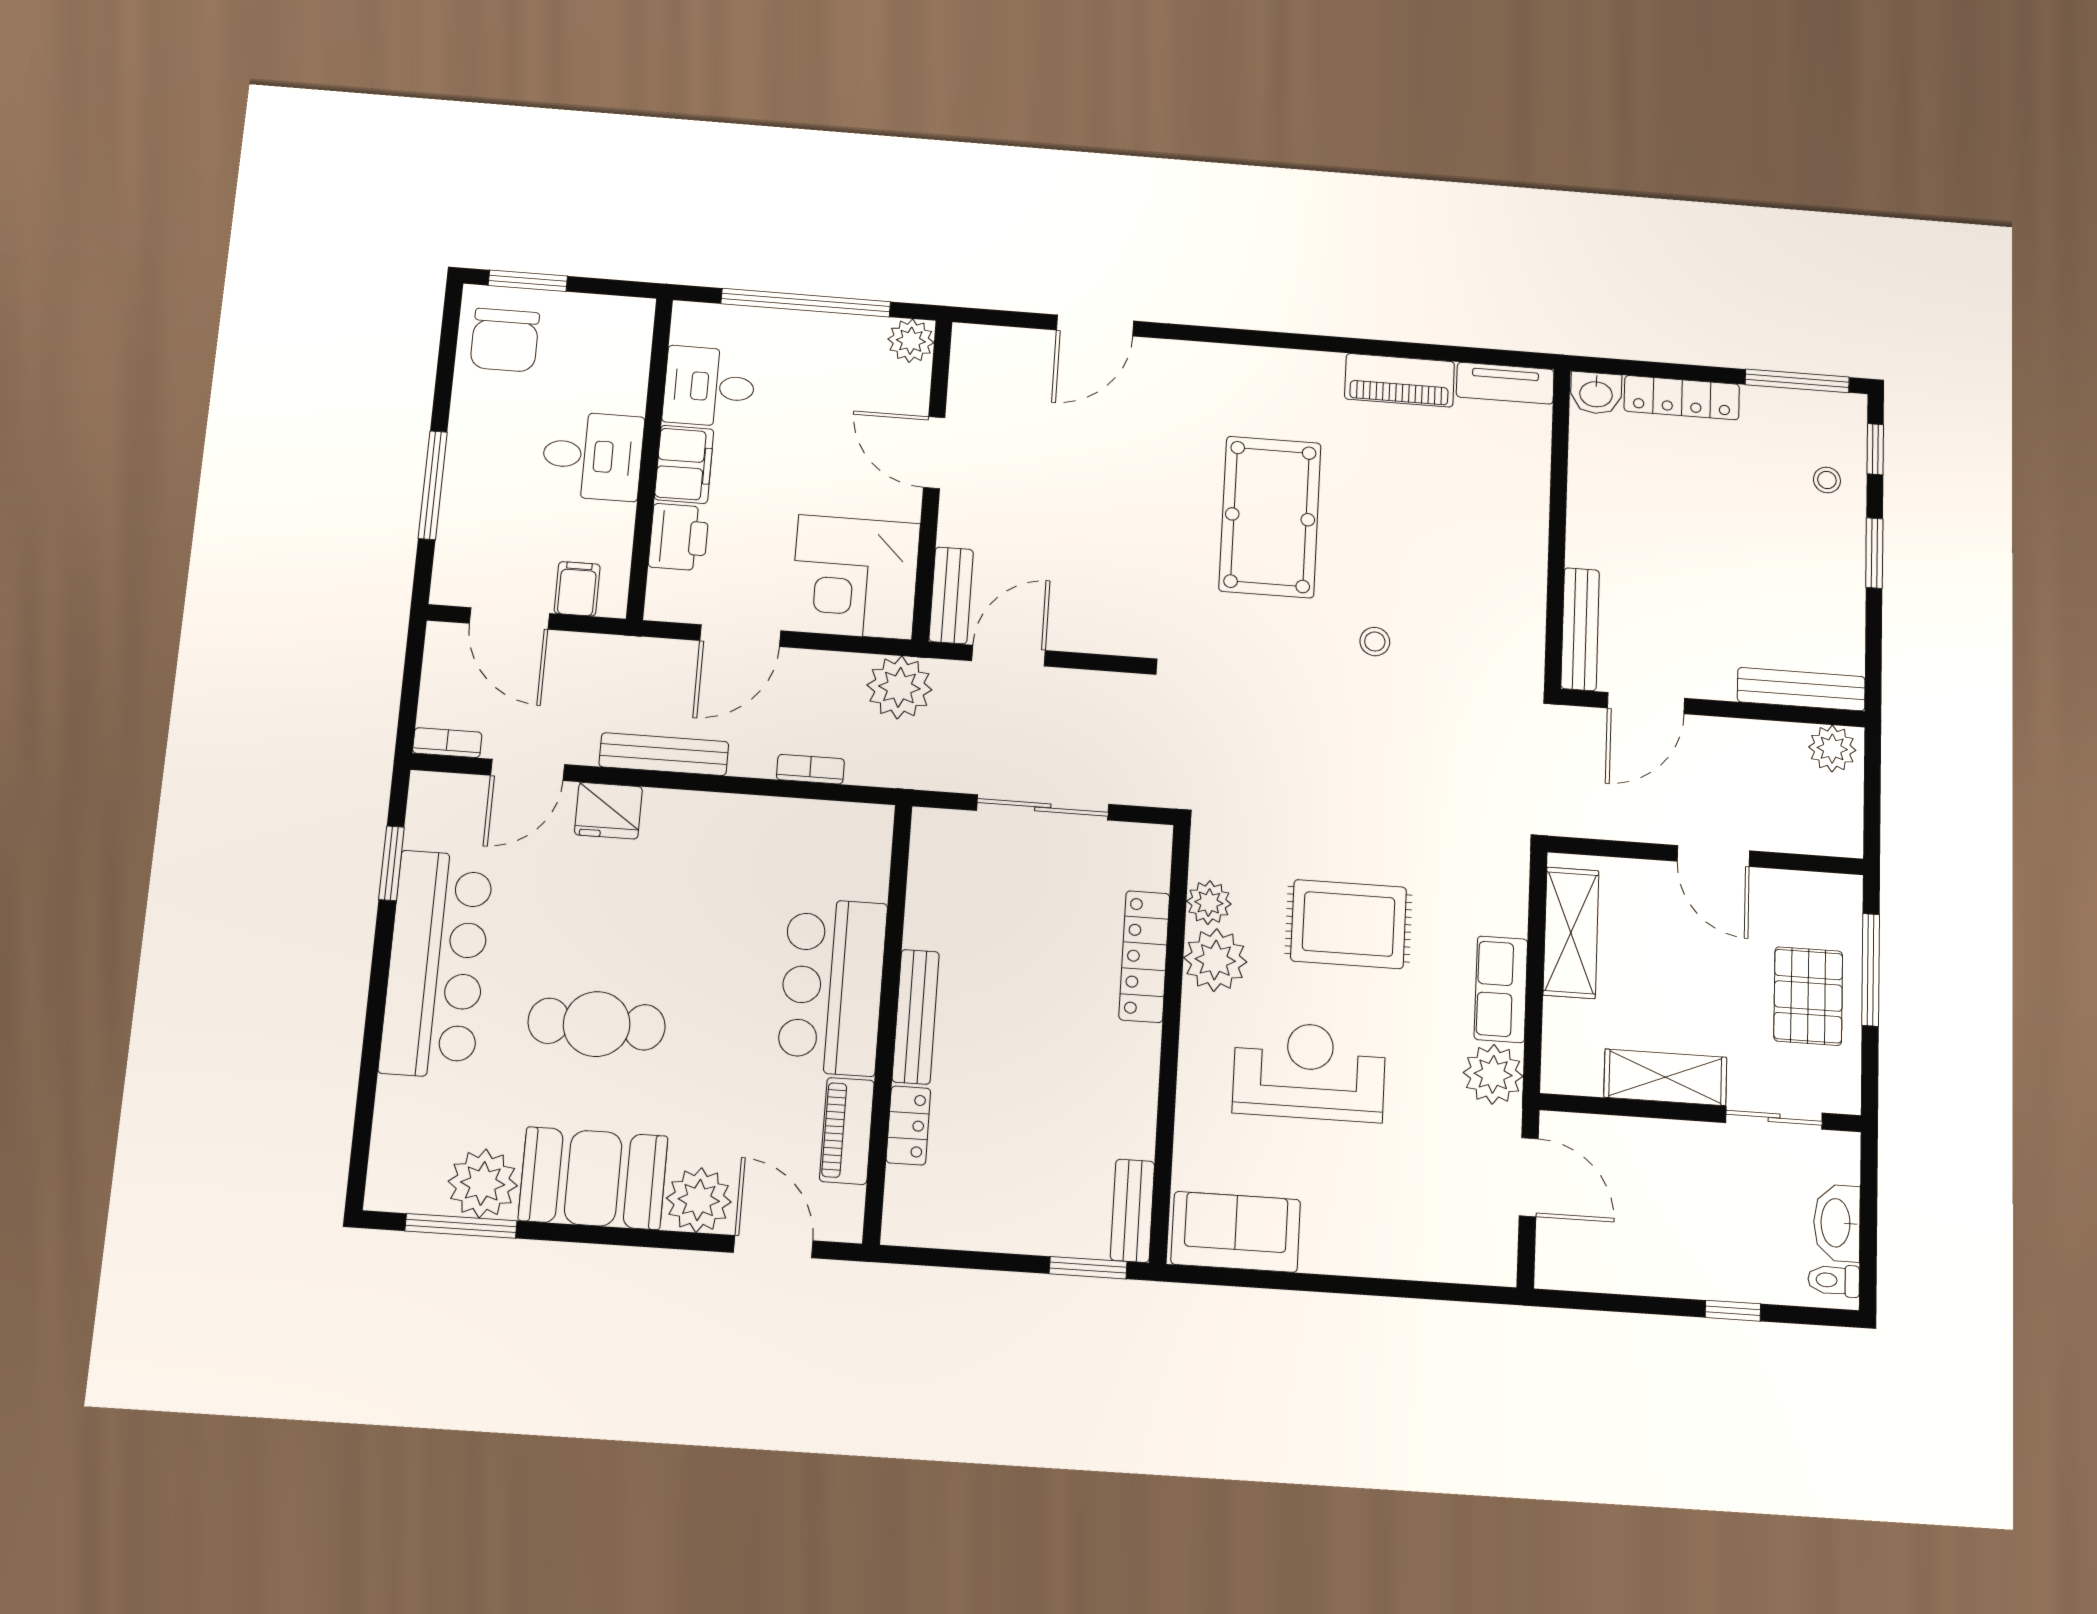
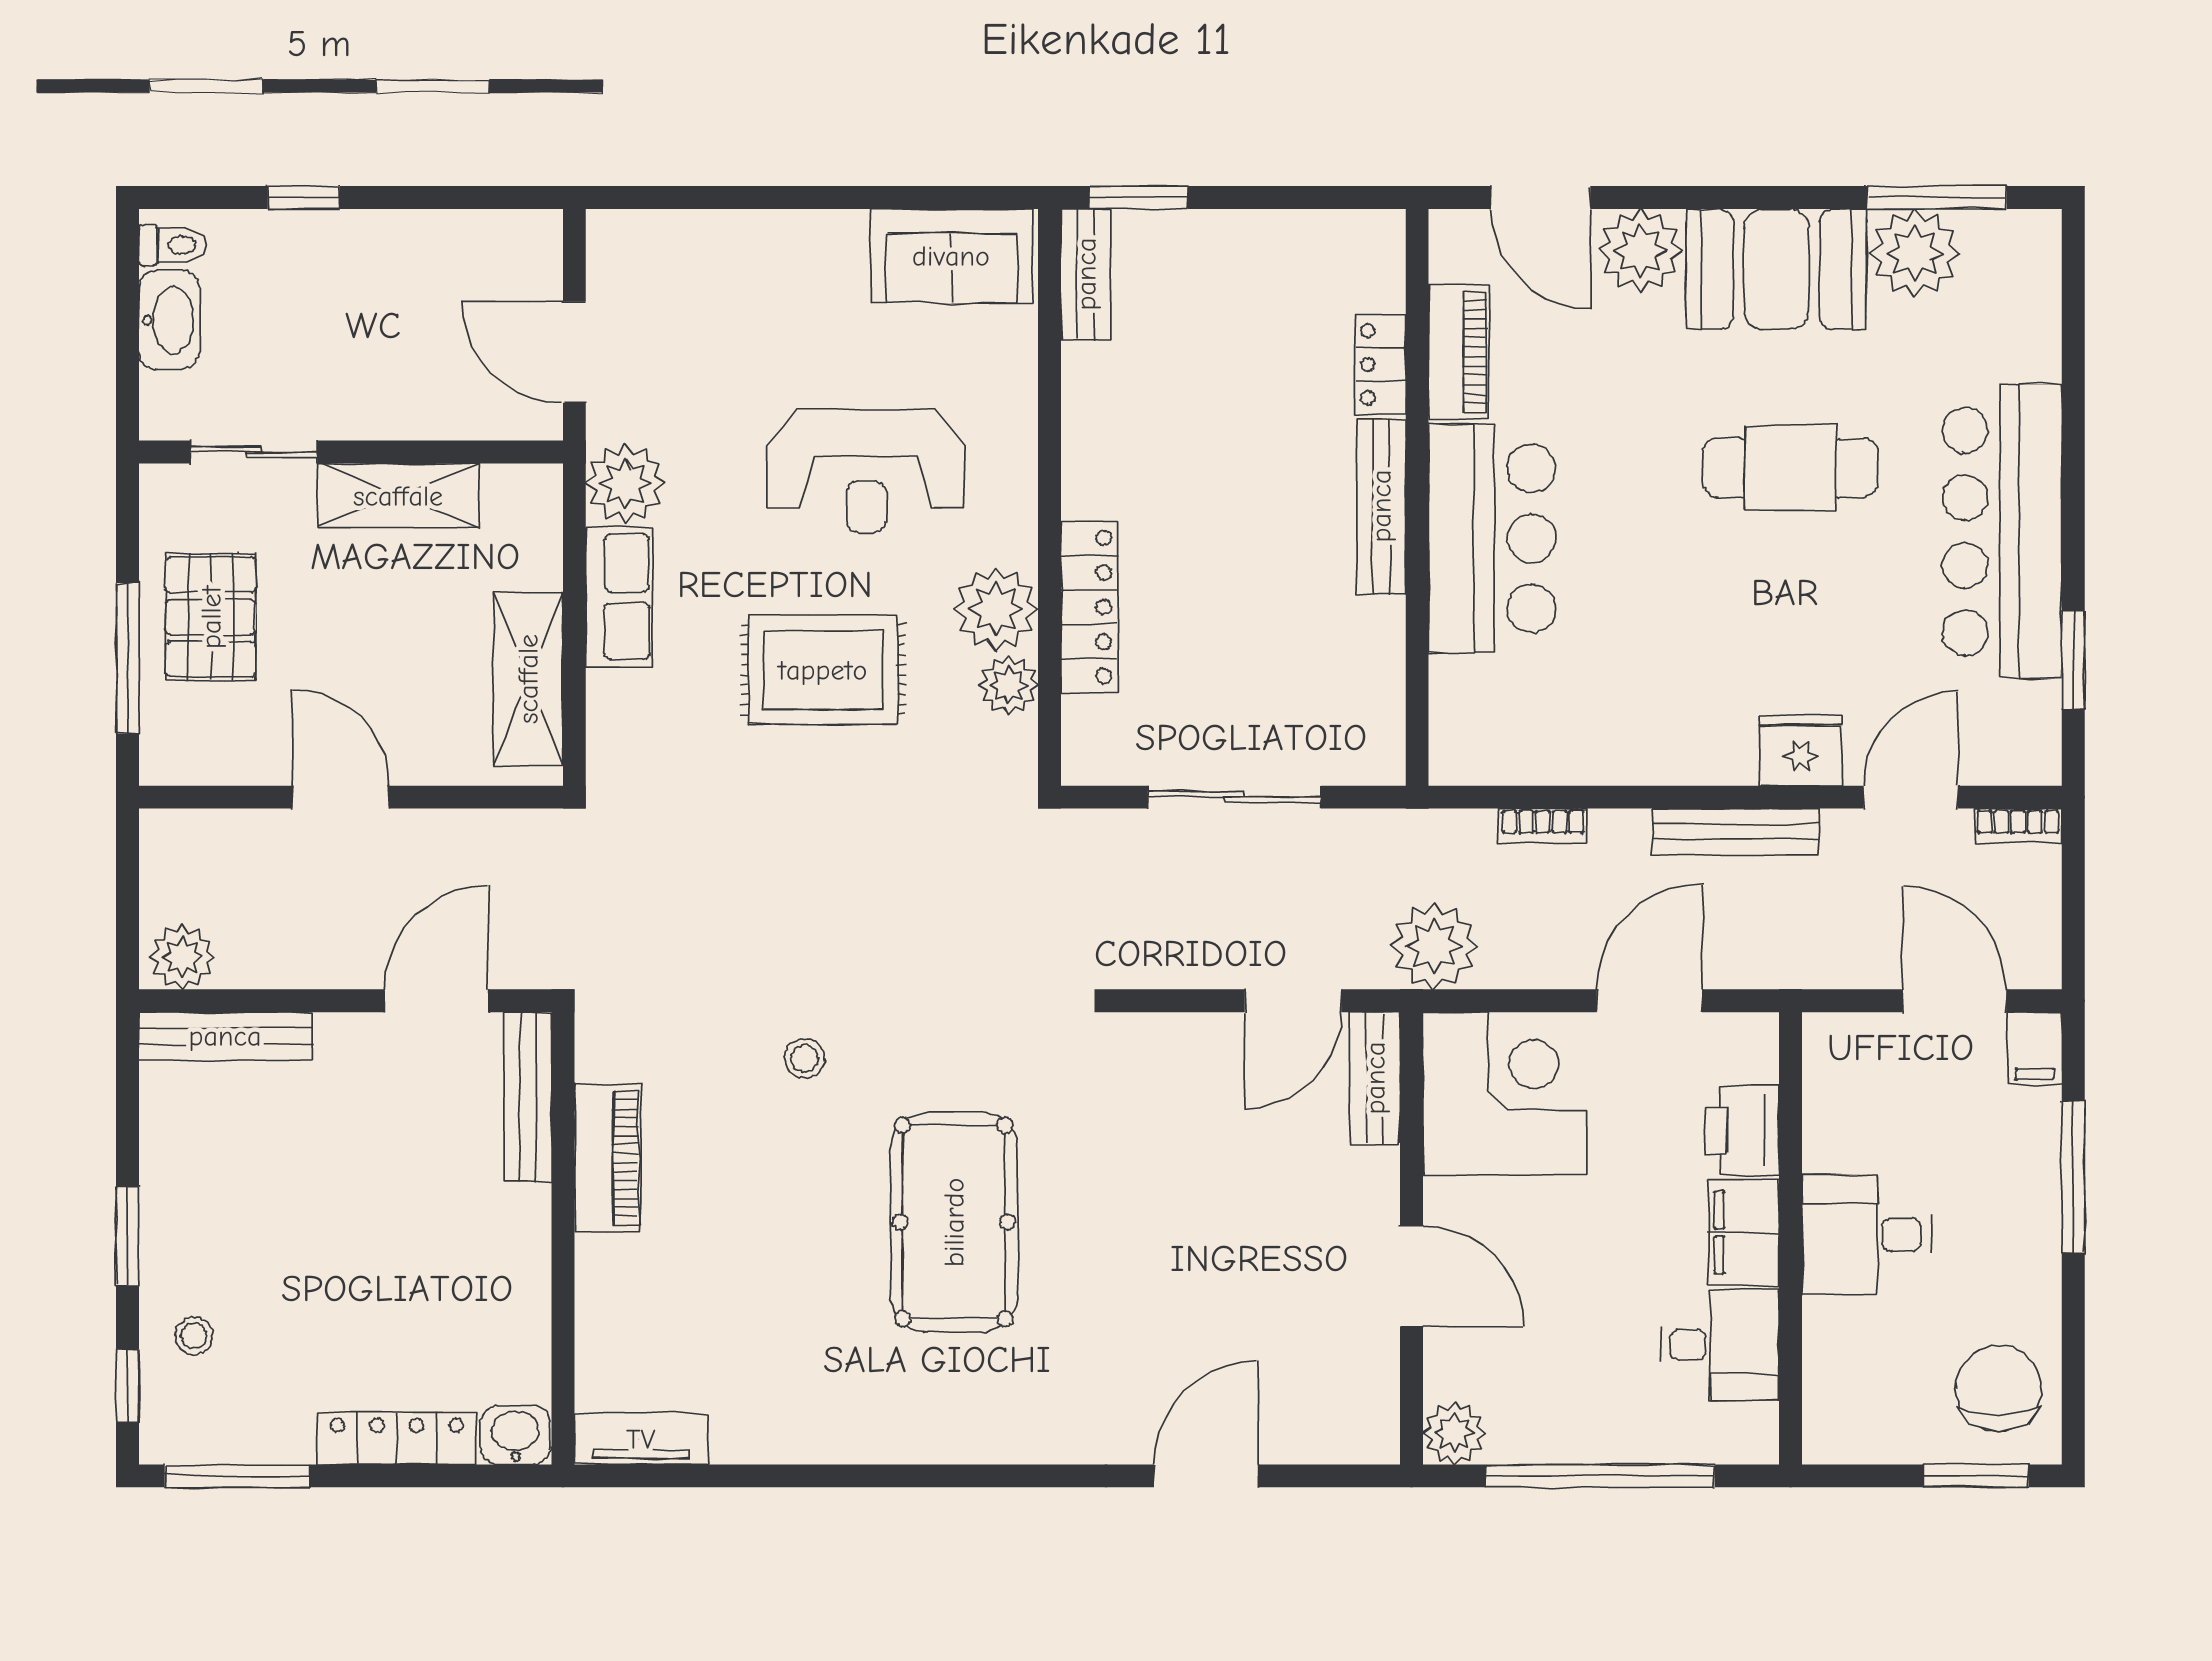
piano: (1399, 380) -> (608, 1158), moved, turned 90
filing cabinet: (577, 589) -> (2035, 1048), moved

